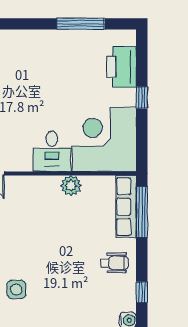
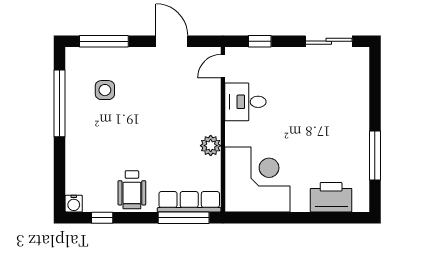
window: (142, 98) -> (300, 218), removed
desk: (52, 151) -> (245, 102), moved
wheelchair: (114, 263) -> (132, 190), width x1.36, depth x1.37

